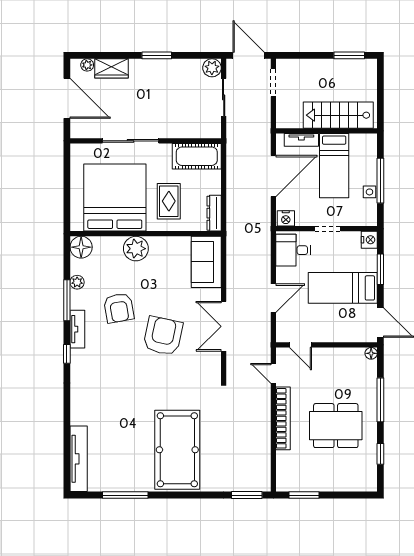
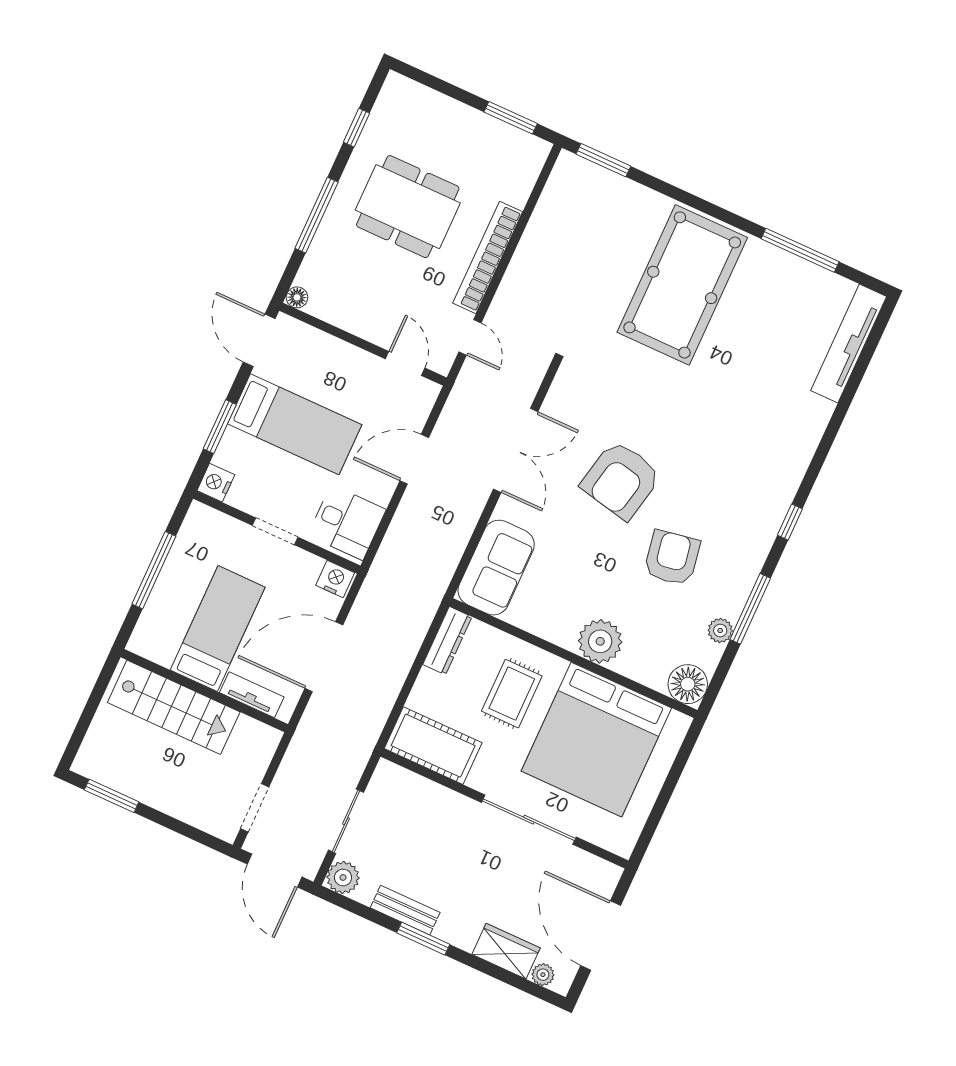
bench: (173, 66) -> (405, 910), added
side table: (369, 192) -> (180, 560), removed
tv unit: (77, 329) -> (755, 554), removed

